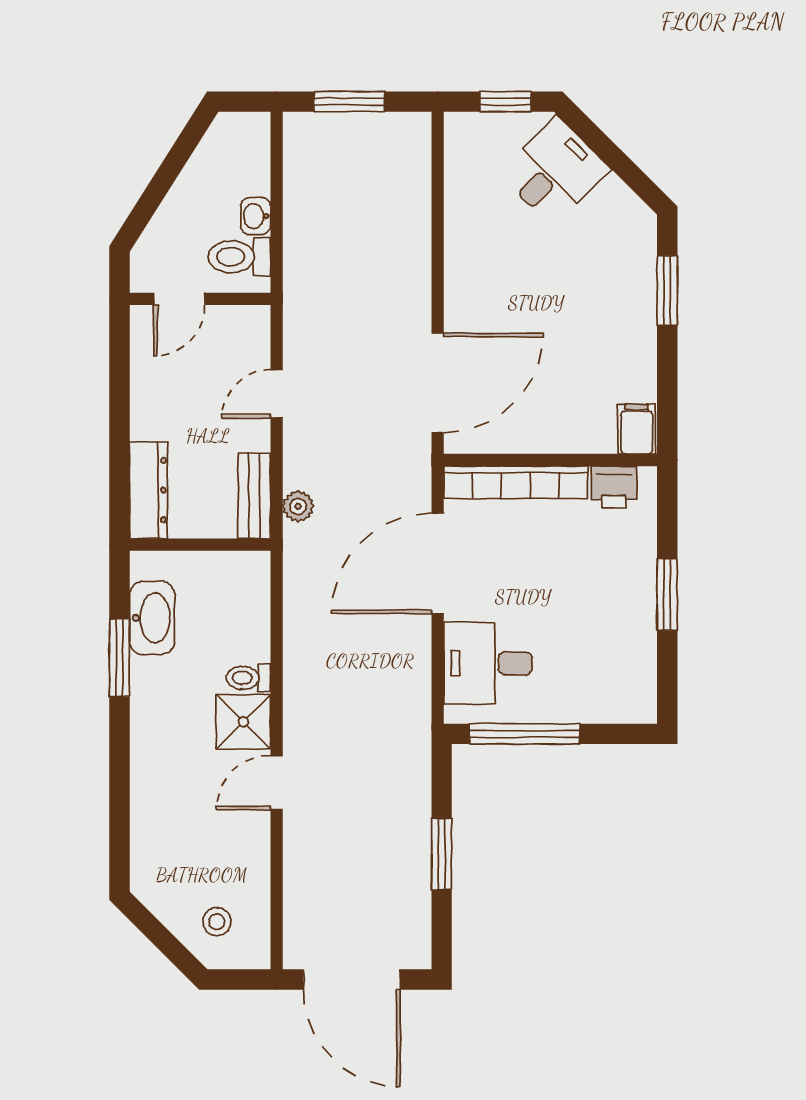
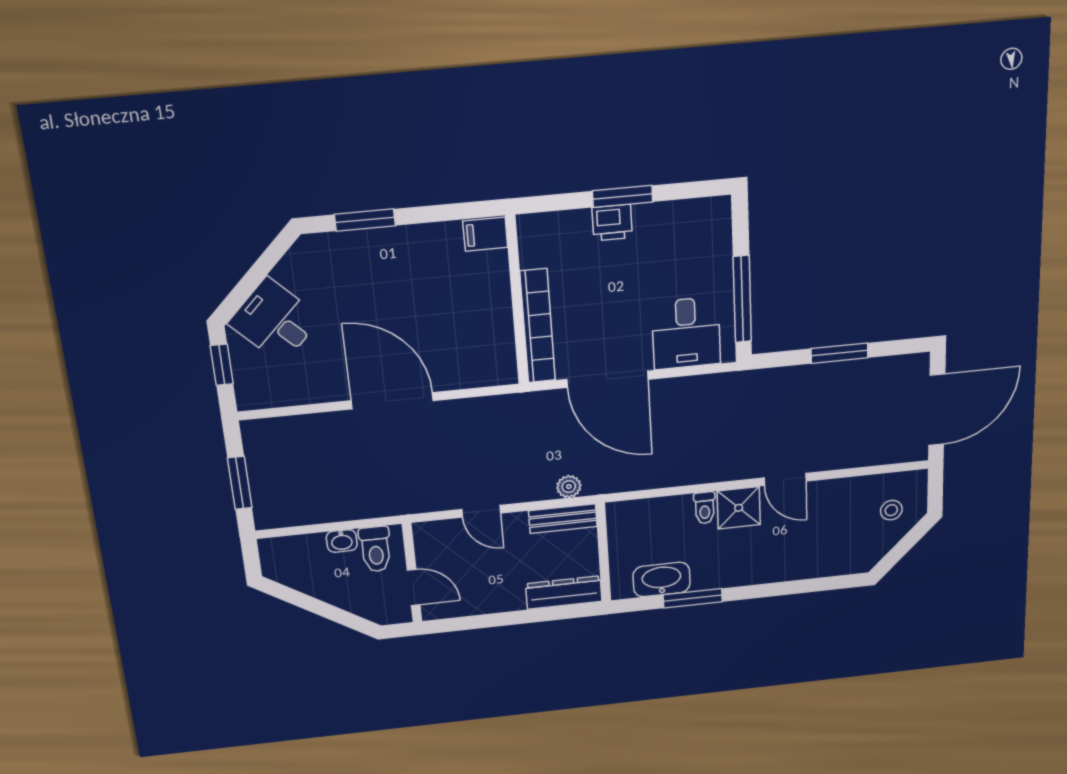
door: (438, 383) -> (392, 401), moved
printer: (614, 487) -> (612, 223), moved, turned 90

